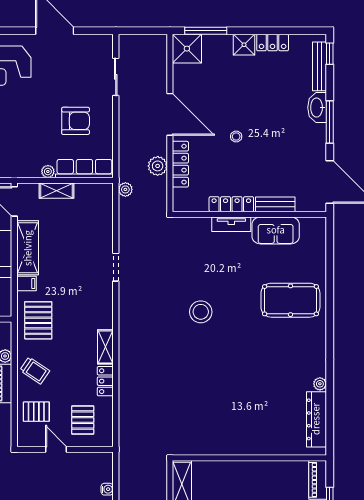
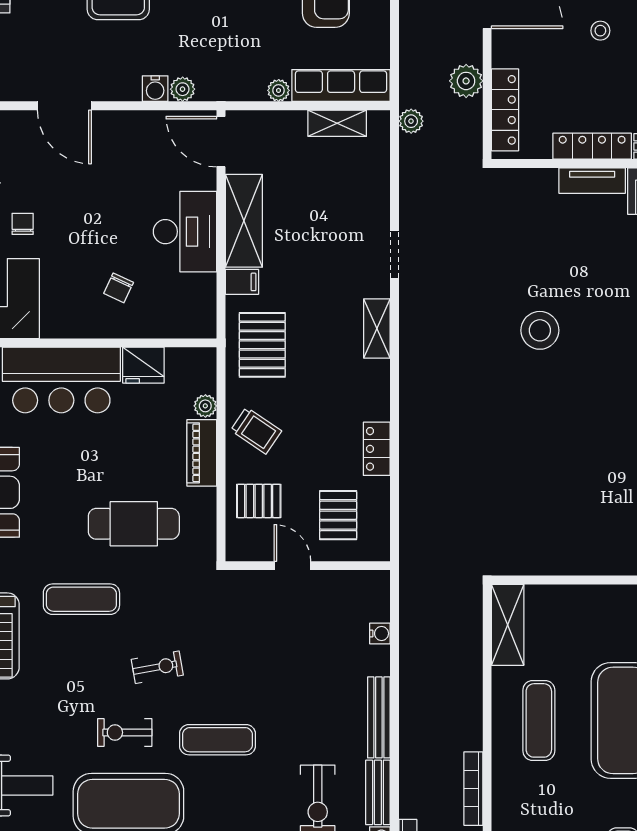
locker: (180, 164) -> (505, 110), moved
shelving: (56, 191) -> (337, 123), moved
shelving: (105, 347) -> (377, 329), moved

